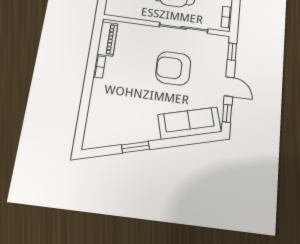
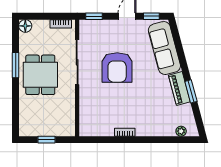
piano: (107, 39) -> (179, 89), moved, turned -105
plant: (90, 130) -> (181, 131), added

